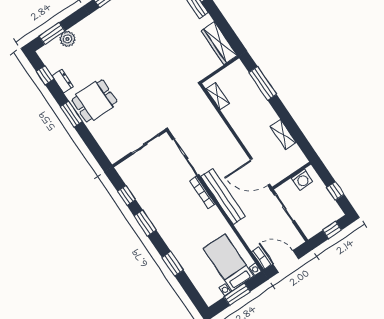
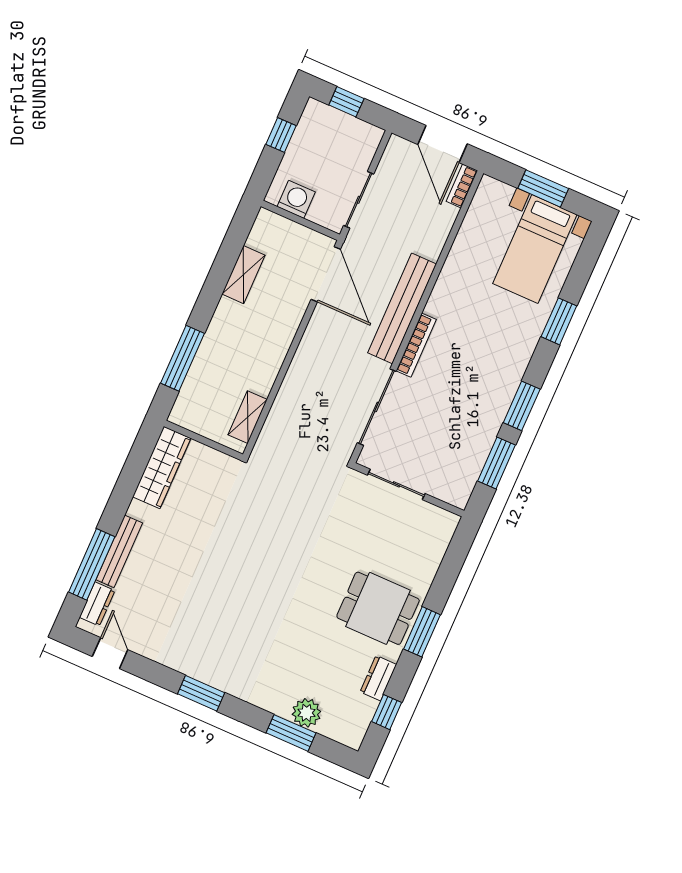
window: (52, 34) -> (291, 733), moved
window: (126, 195) -> (496, 463), width x1.50
bed with nightstands: (228, 262) -> (535, 249), moved

